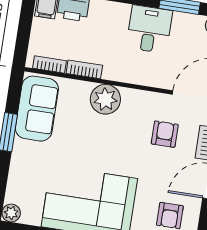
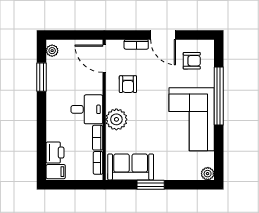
desk: (149, 29) -> (87, 109), moved, turned 180
armchair: (165, 134) -> (128, 84), moved, turned -90

